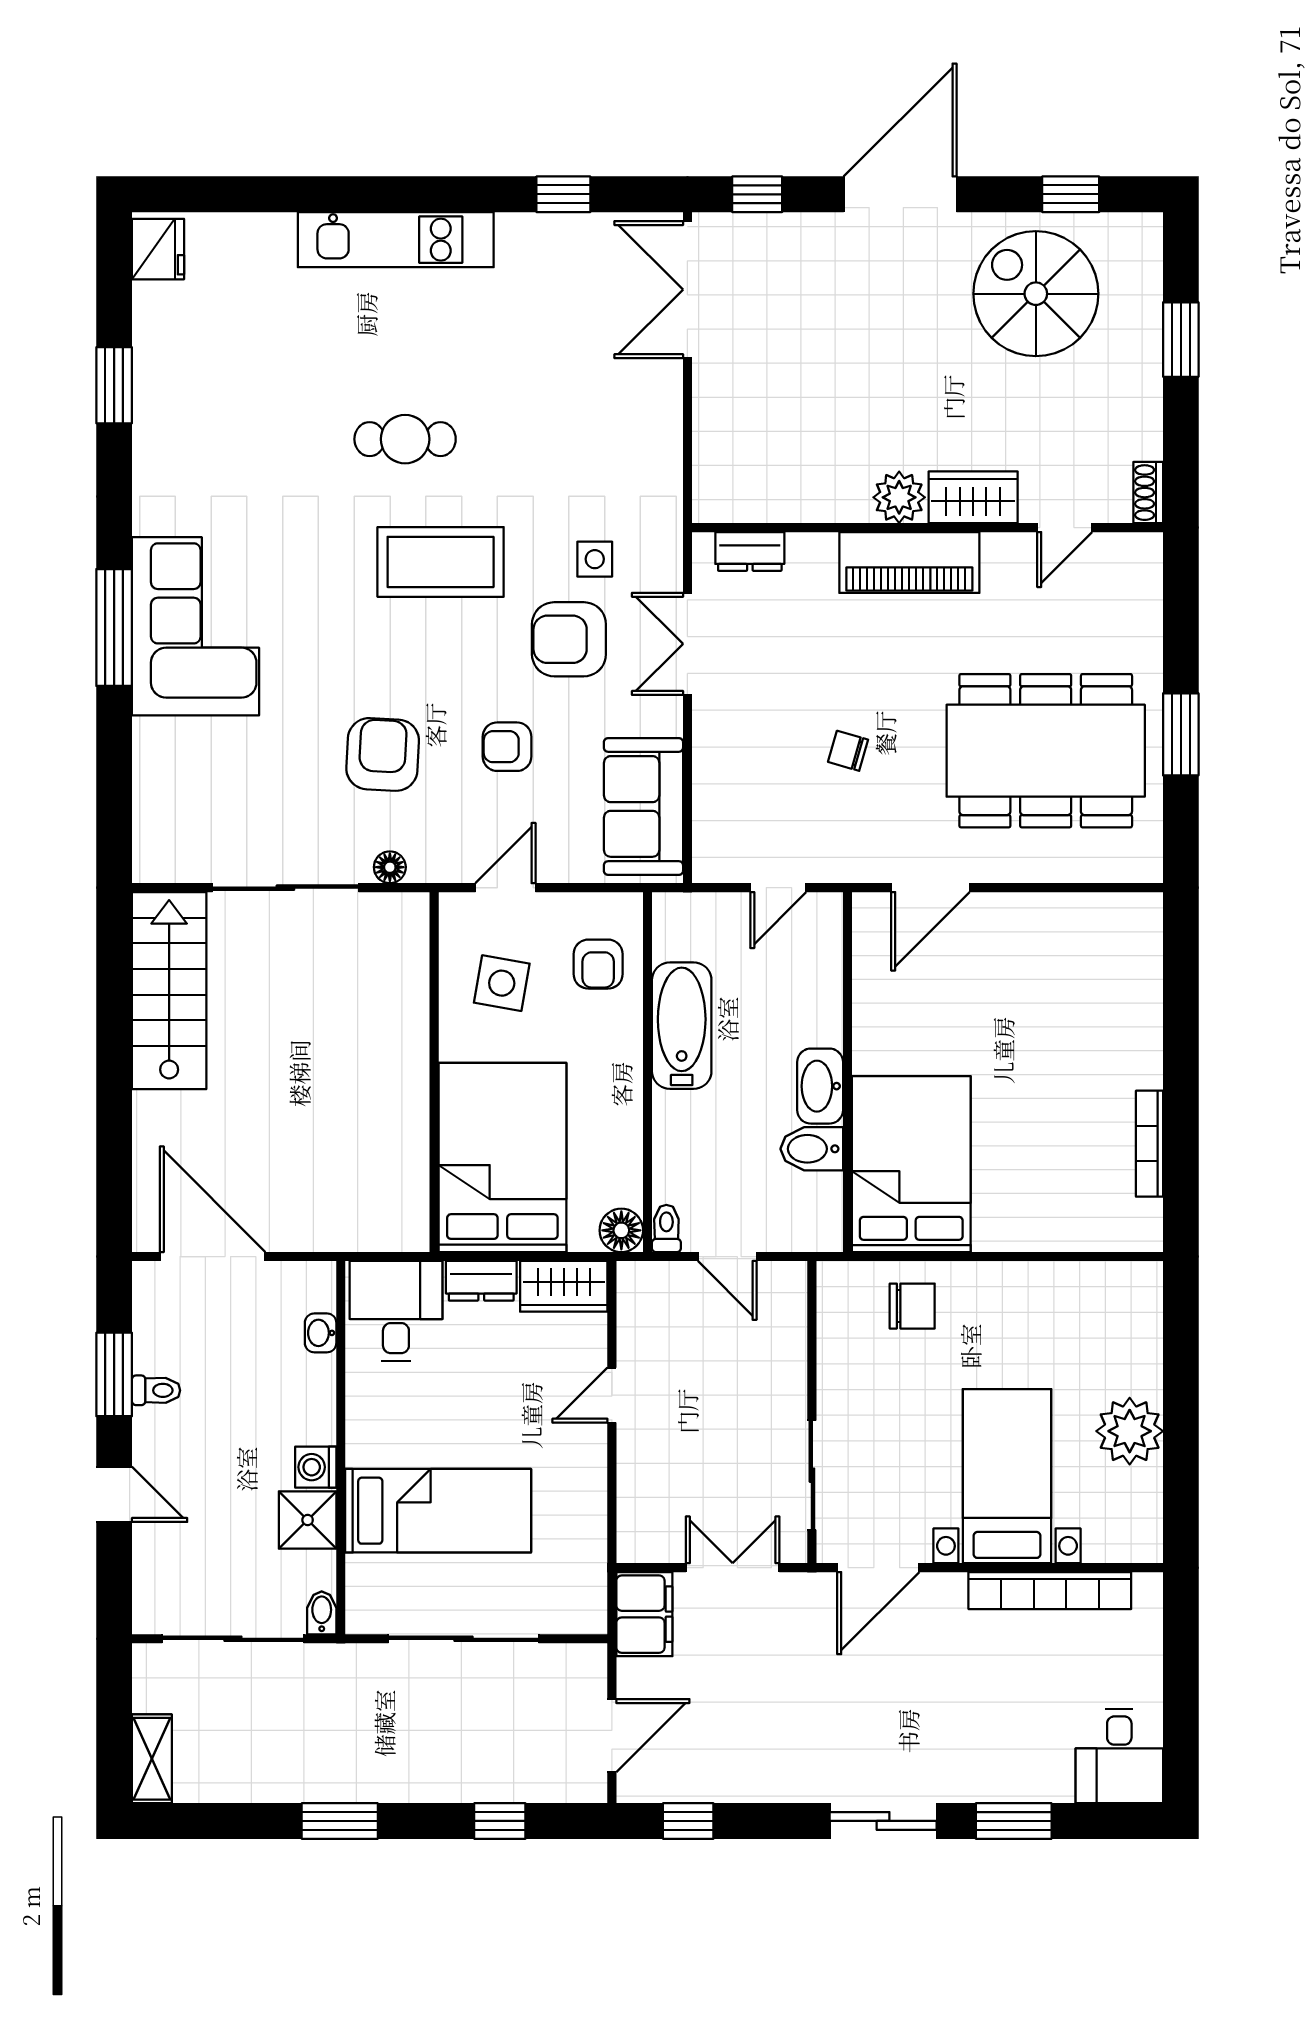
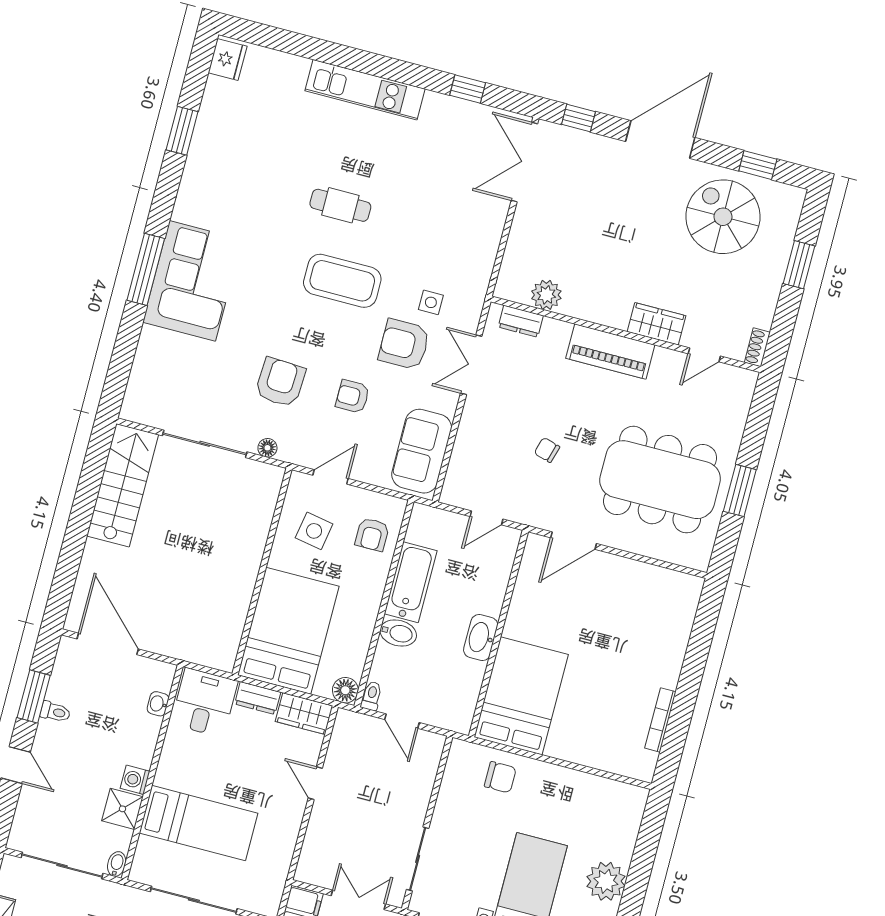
plant: (899, 497) -> (546, 295), moved
bidet: (812, 1149) -> (398, 633), moved, turned 180
door: (612, 1395) -> (315, 783), hinge flipped

